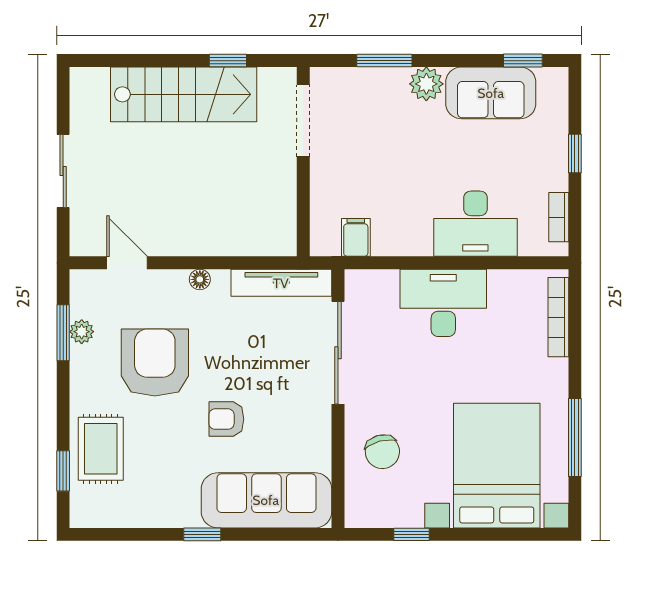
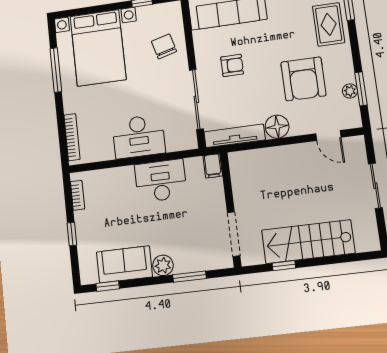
desk: (475, 224) -> (161, 181), moved
filing cabinet: (356, 237) -> (213, 166), moved
floor lamp: (200, 279) -> (277, 127), width x1.89, depth x1.89
armchair: (226, 419) -> (232, 65), moved

